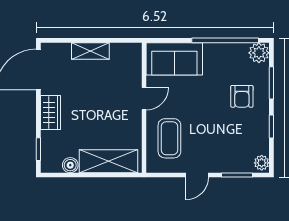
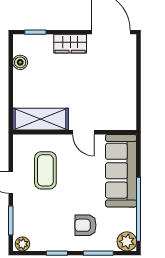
shelving: (90, 51) -> (129, 81), removed
sofa: (174, 59) -> (121, 171), width x1.36
coffee table: (169, 138) -> (45, 170), moved, turned 90
shelving: (108, 161) -> (40, 119), moved, turned 90

